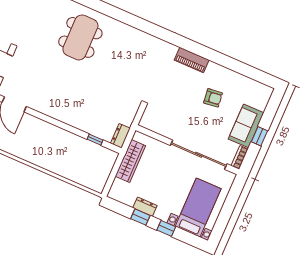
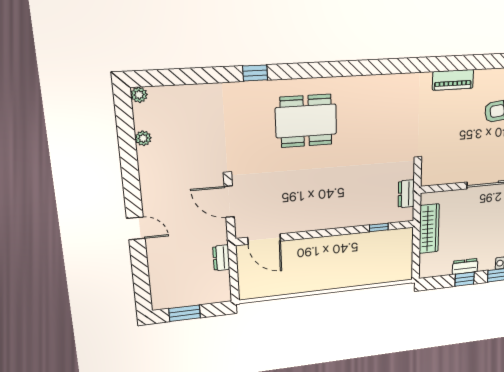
dining table: (80, 37) -> (306, 121), turned 90
dresser: (120, 136) -> (406, 194), moved

